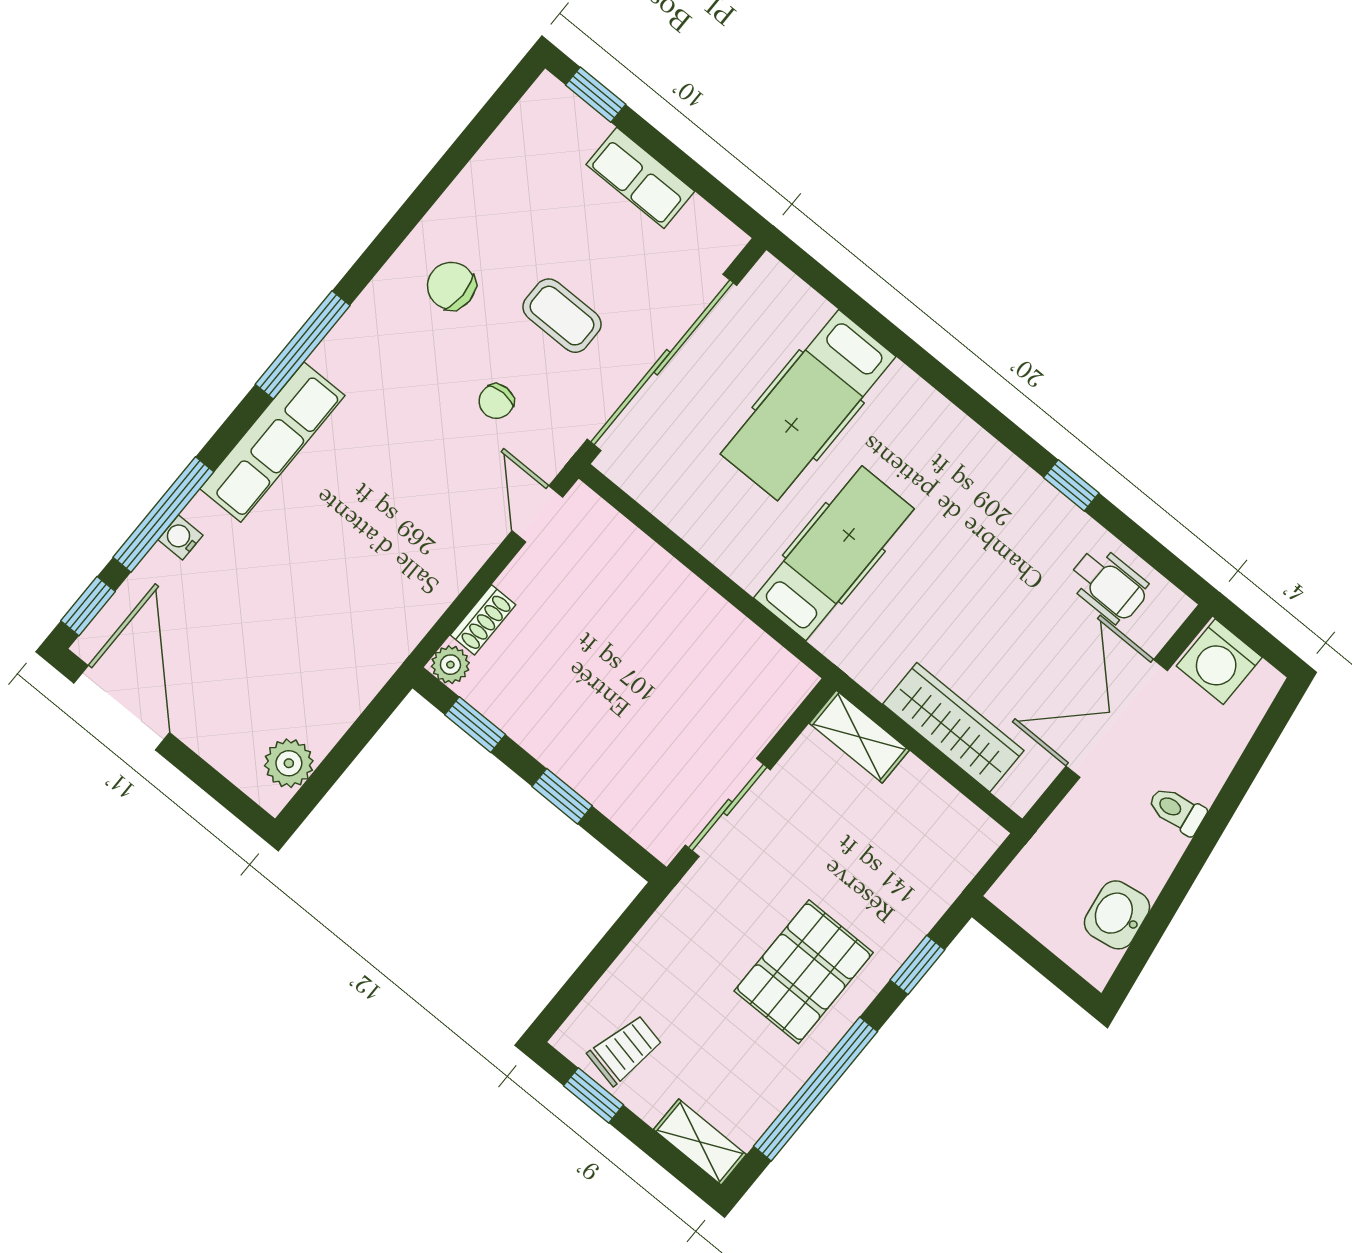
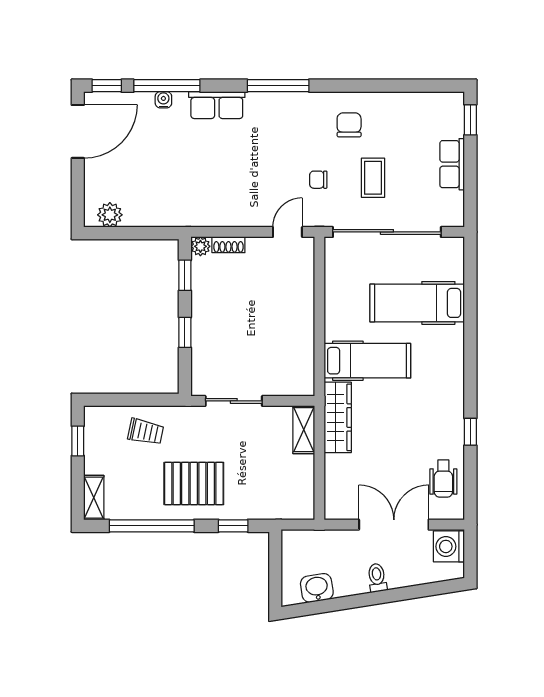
row of seats: (272, 442) -> (217, 105), width x0.68
wardrobe: (953, 727) -> (338, 417), moved
trolley: (625, 1050) -> (146, 432), moved

